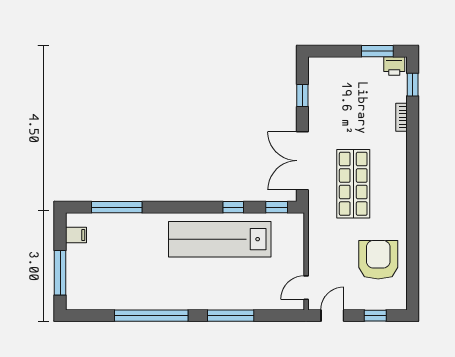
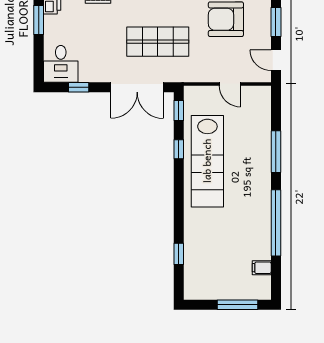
desk: (329, 76) -> (61, 64), added
window: (117, 207) -> (179, 254), width x0.46
filing cabinet: (76, 235) -> (262, 268), moved, turned -90
door: (306, 288) -> (230, 84), moved
window: (375, 316) -> (276, 22), width x1.50

